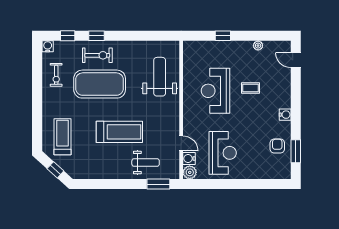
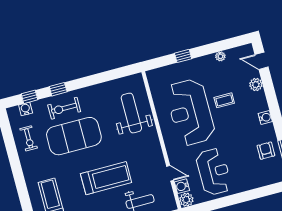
water cooler: (48, 46) -> (26, 109), moved
exercise bike: (97, 55) -> (64, 108), turned 180
plant: (284, 81) -> (256, 85), added
reception desk: (216, 91) -> (190, 112), width x1.36, depth x1.30

